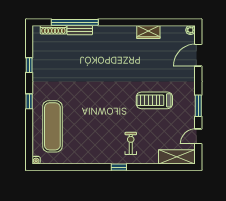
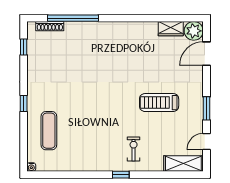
bench: (80, 30) -> (78, 27), removed
plant: (191, 30) -> (194, 31), width x1.87, depth x1.87
wardrobe: (148, 32) -> (171, 29), moved
window: (29, 65) -> (24, 47), moved
exercise mat: (52, 126) -> (49, 131), width x0.73, depth x0.69

